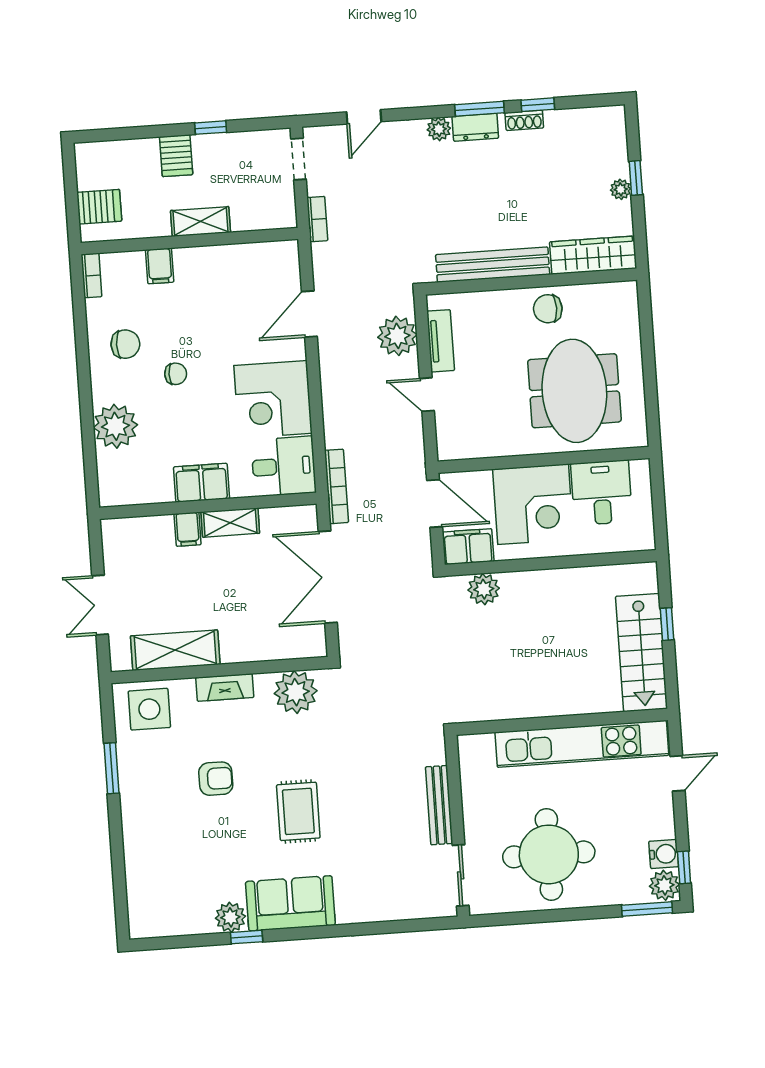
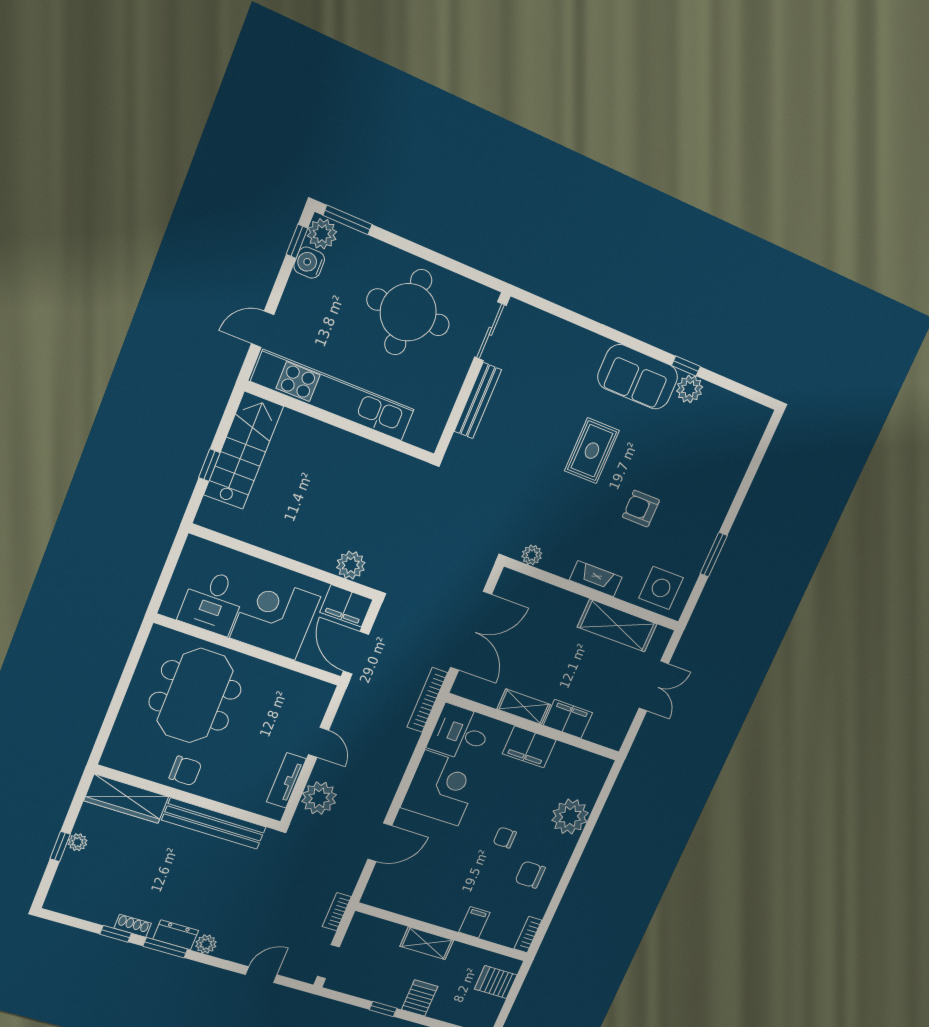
filing cabinet: (188, 529) -> (568, 719), width x2.00
plant: (296, 692) -> (532, 555), width x0.53, depth x0.53

